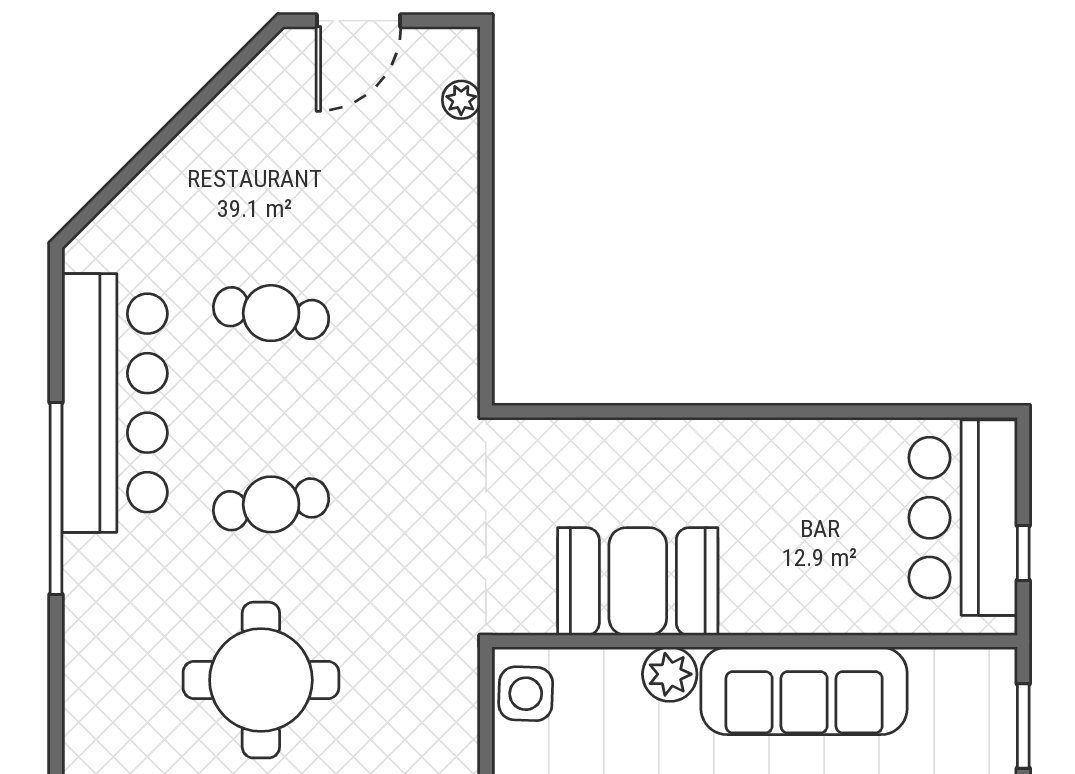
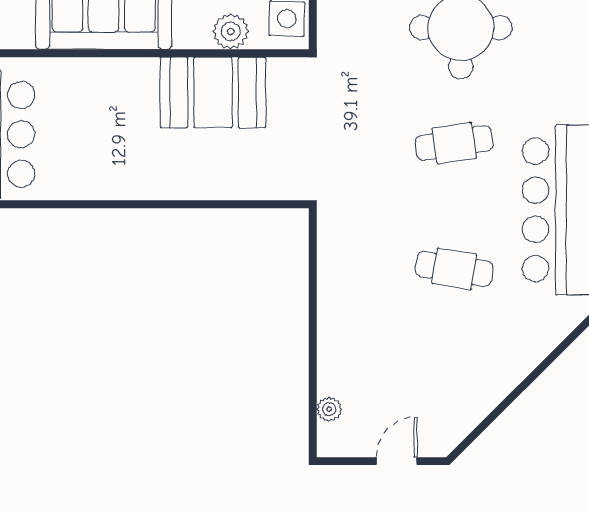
door: (359, 21) -> (397, 461), width x0.73
plant: (670, 674) -> (231, 31), moved

